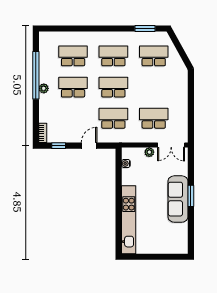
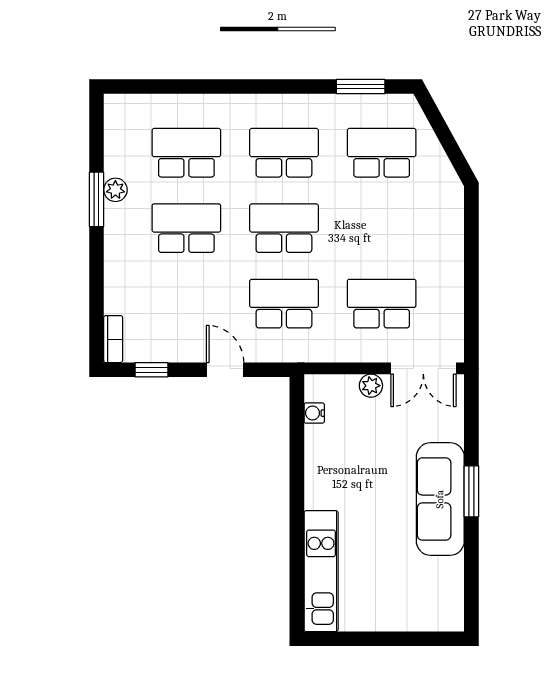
window: (36, 75) -> (97, 199), width x0.47
plant: (44, 88) -> (115, 190), moved
door: (89, 146) -> (225, 370), hinge flipped
kitchen unit: (129, 220) -> (321, 571), width x0.73

